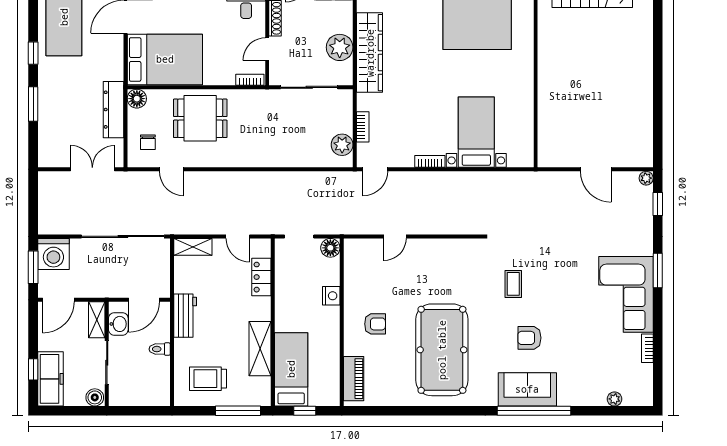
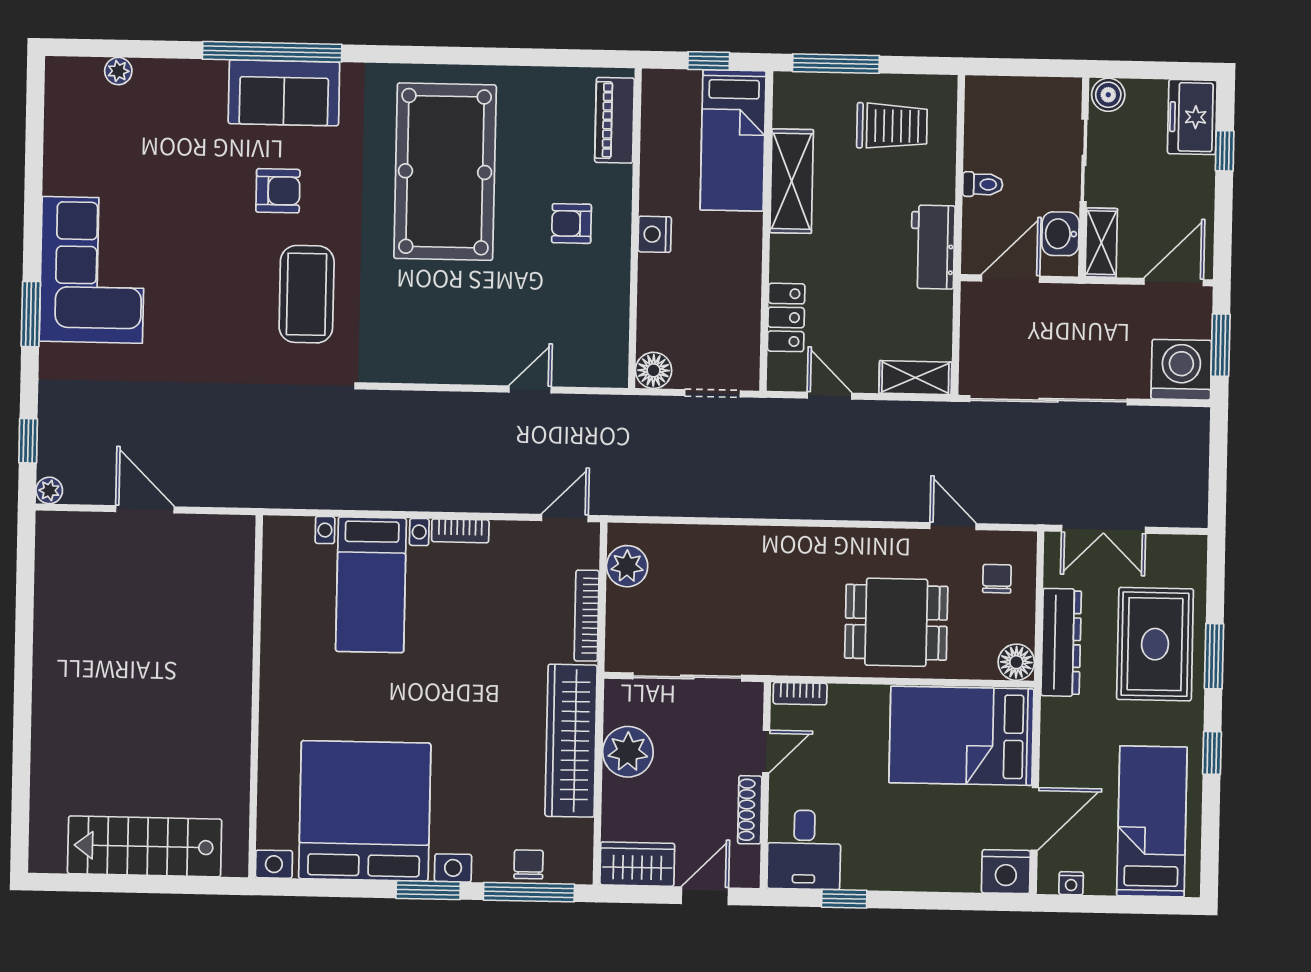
rug: (64, 110) -> (1155, 644), added
bookcase: (363, 127) -> (587, 616), width x1.56
coffee table: (513, 284) -> (307, 294), width x1.86, depth x1.72
nightstand: (331, 296) -> (655, 234), moved
bookcase: (647, 348) -> (54, 166), removed
freezer: (50, 379) -> (1192, 117), width x0.71

